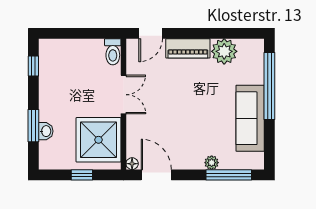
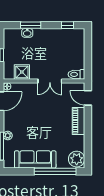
plant: (224, 51) -> (77, 159), moved
shower: (99, 140) -> (22, 72), width x0.54, depth x0.54

